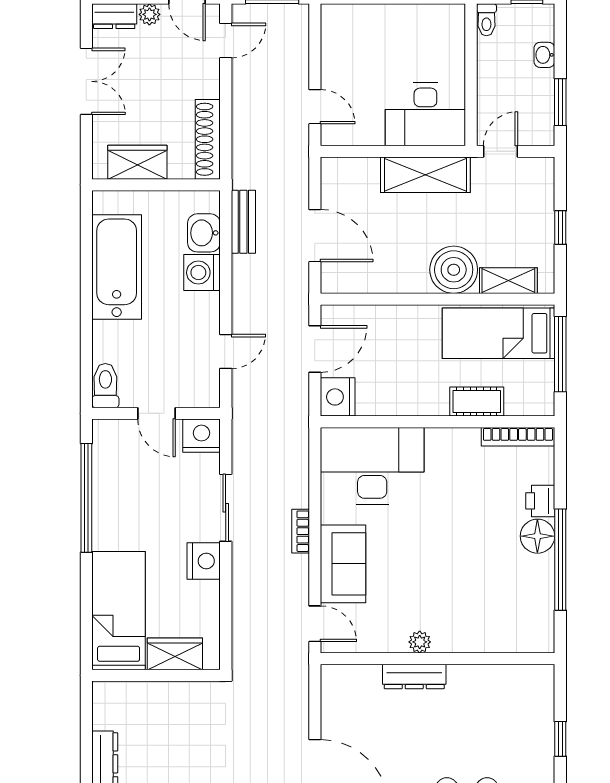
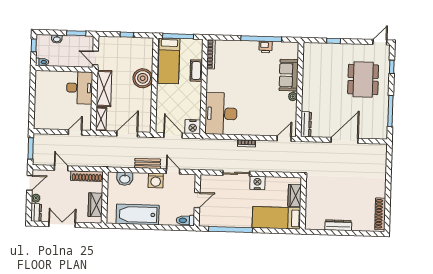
door: (226, 40) -> (61, 168), moved
bench: (243, 222) -> (148, 163), moved
washing machine: (202, 273) -> (156, 180), moved
shelving: (508, 281) -> (101, 119), moved
nightstand: (201, 436) -> (207, 182), removed
printer: (540, 501) -> (266, 47), moved
floor lamp: (537, 536) -> (251, 48), removed
sofa: (343, 564) -> (289, 75), moved, turned -90
dresser: (414, 677) -> (306, 124), moved

